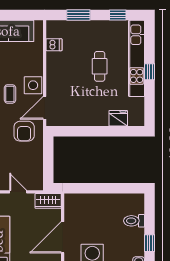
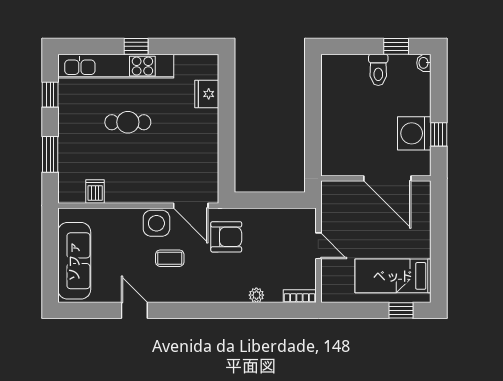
door: (18, 192) -> (318, 246), swing flipped
wardrobe: (48, 201) -> (332, 200), removed
toilet: (134, 221) -> (378, 70), moved

